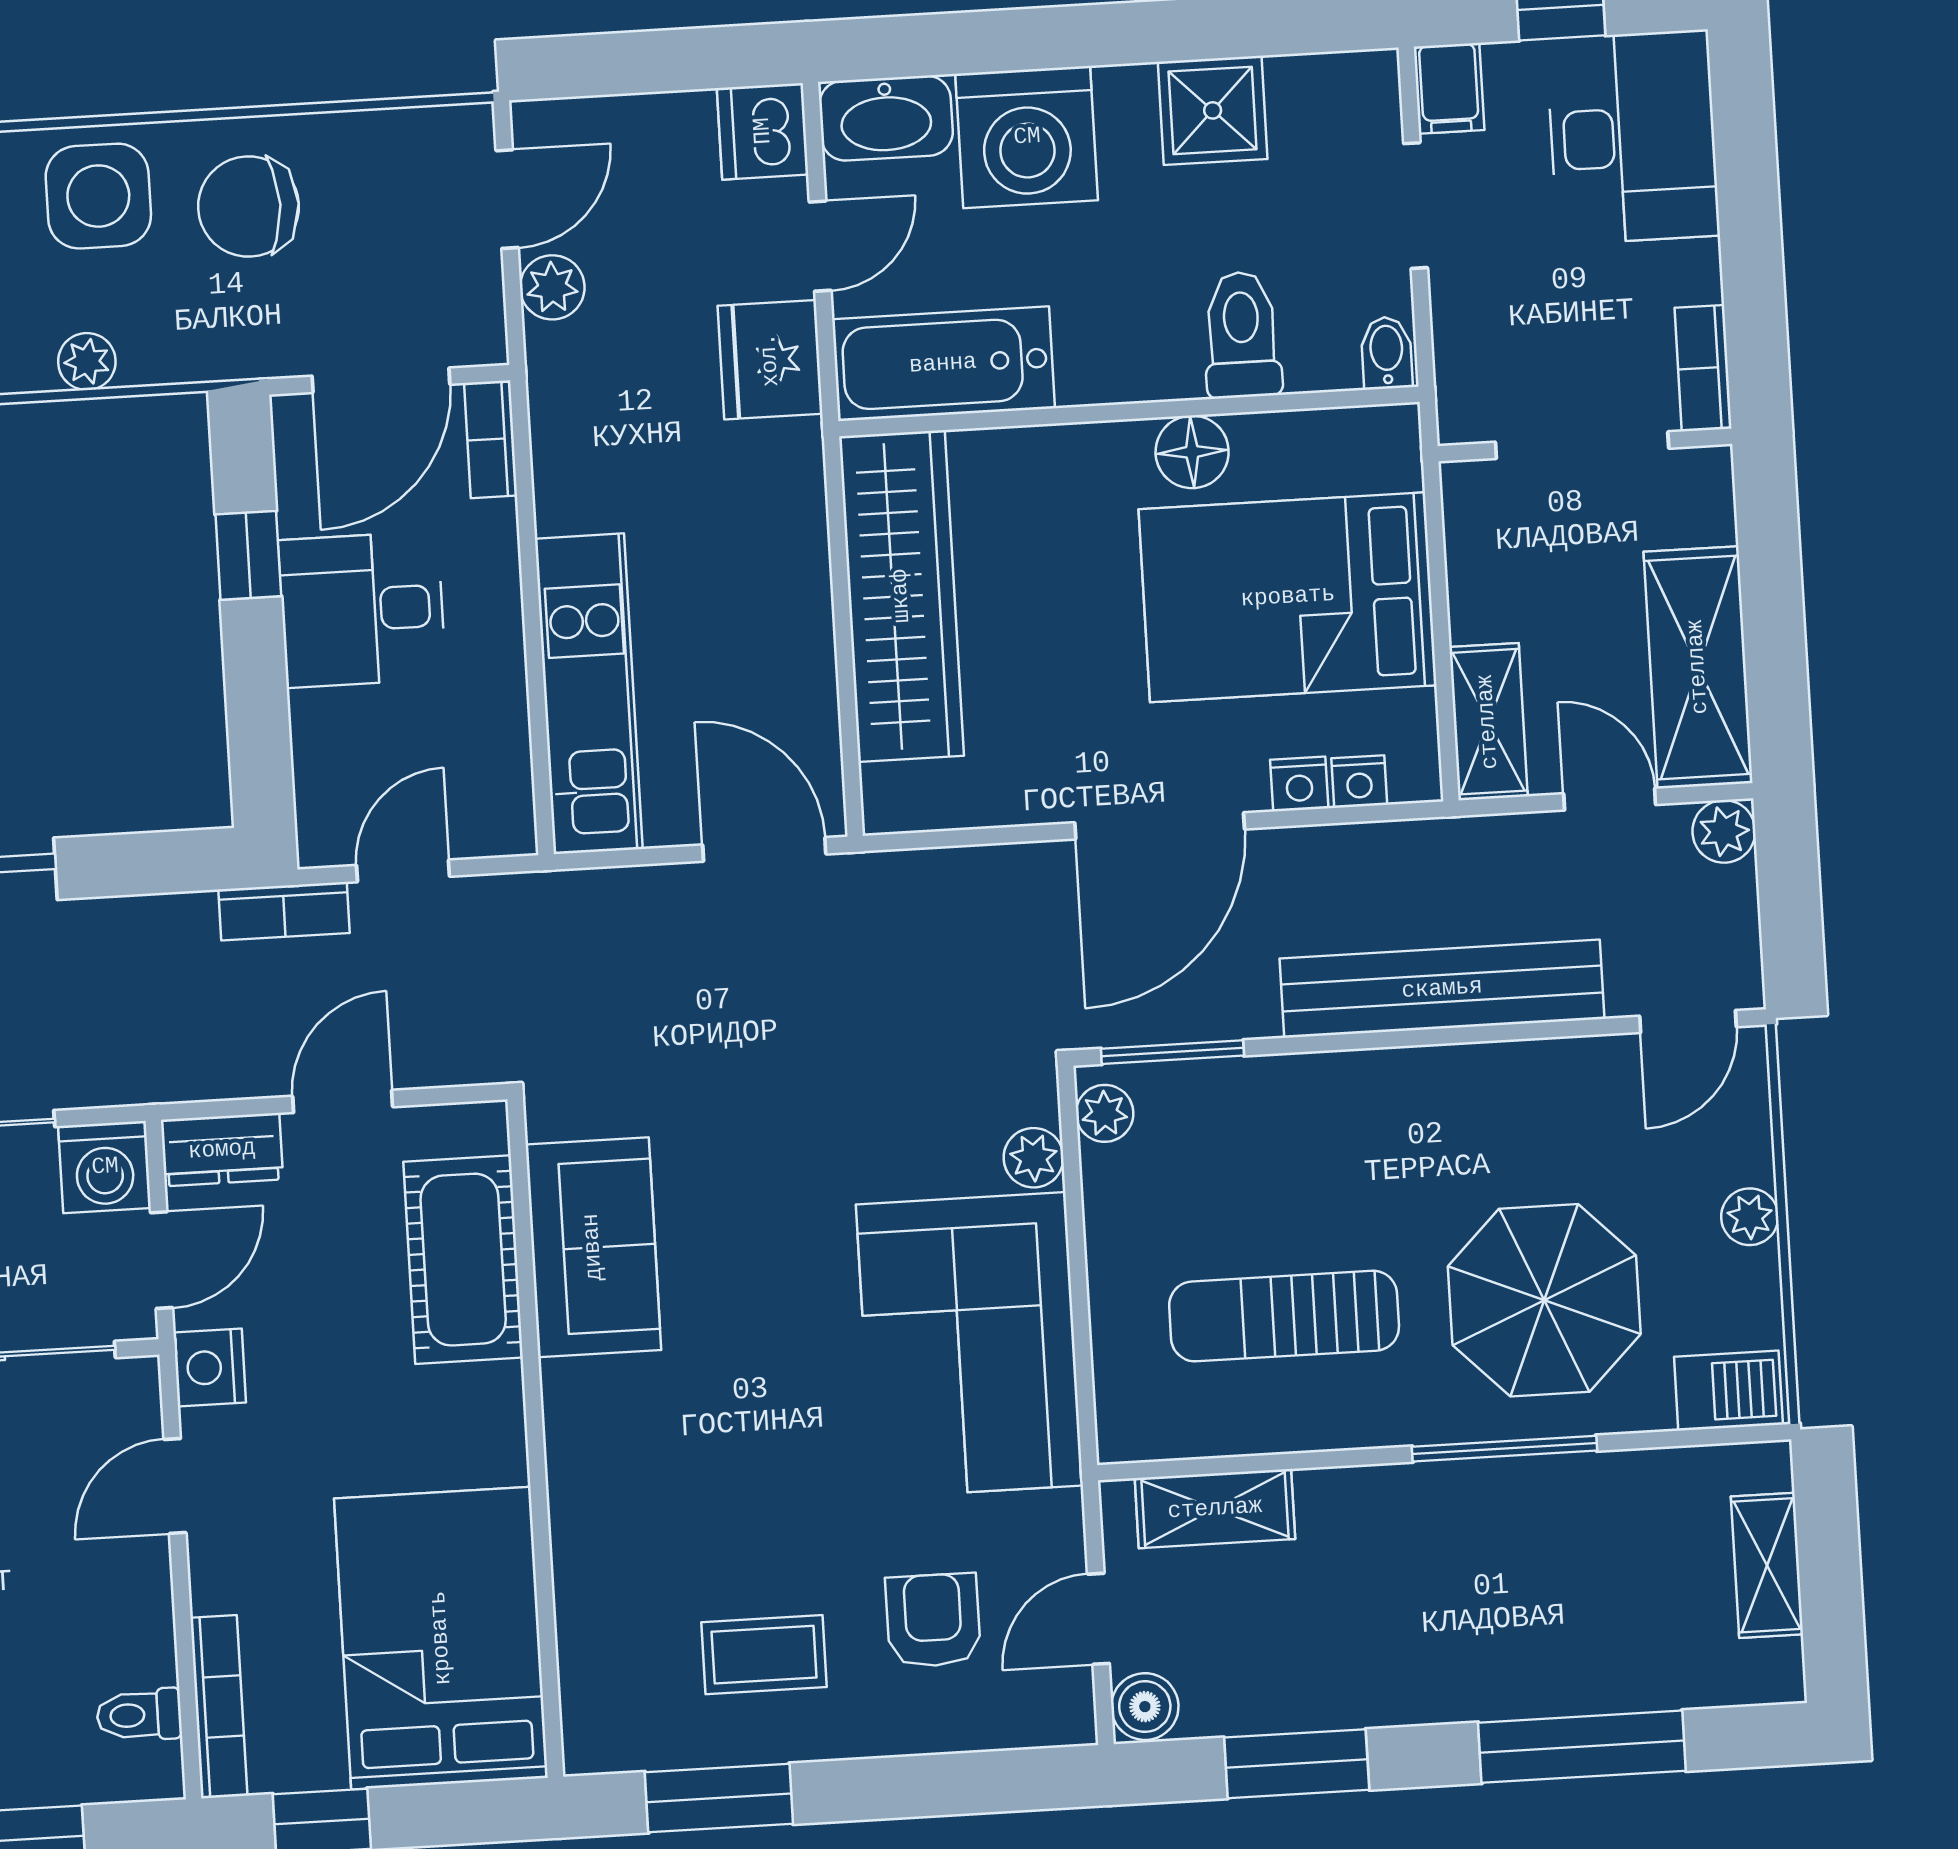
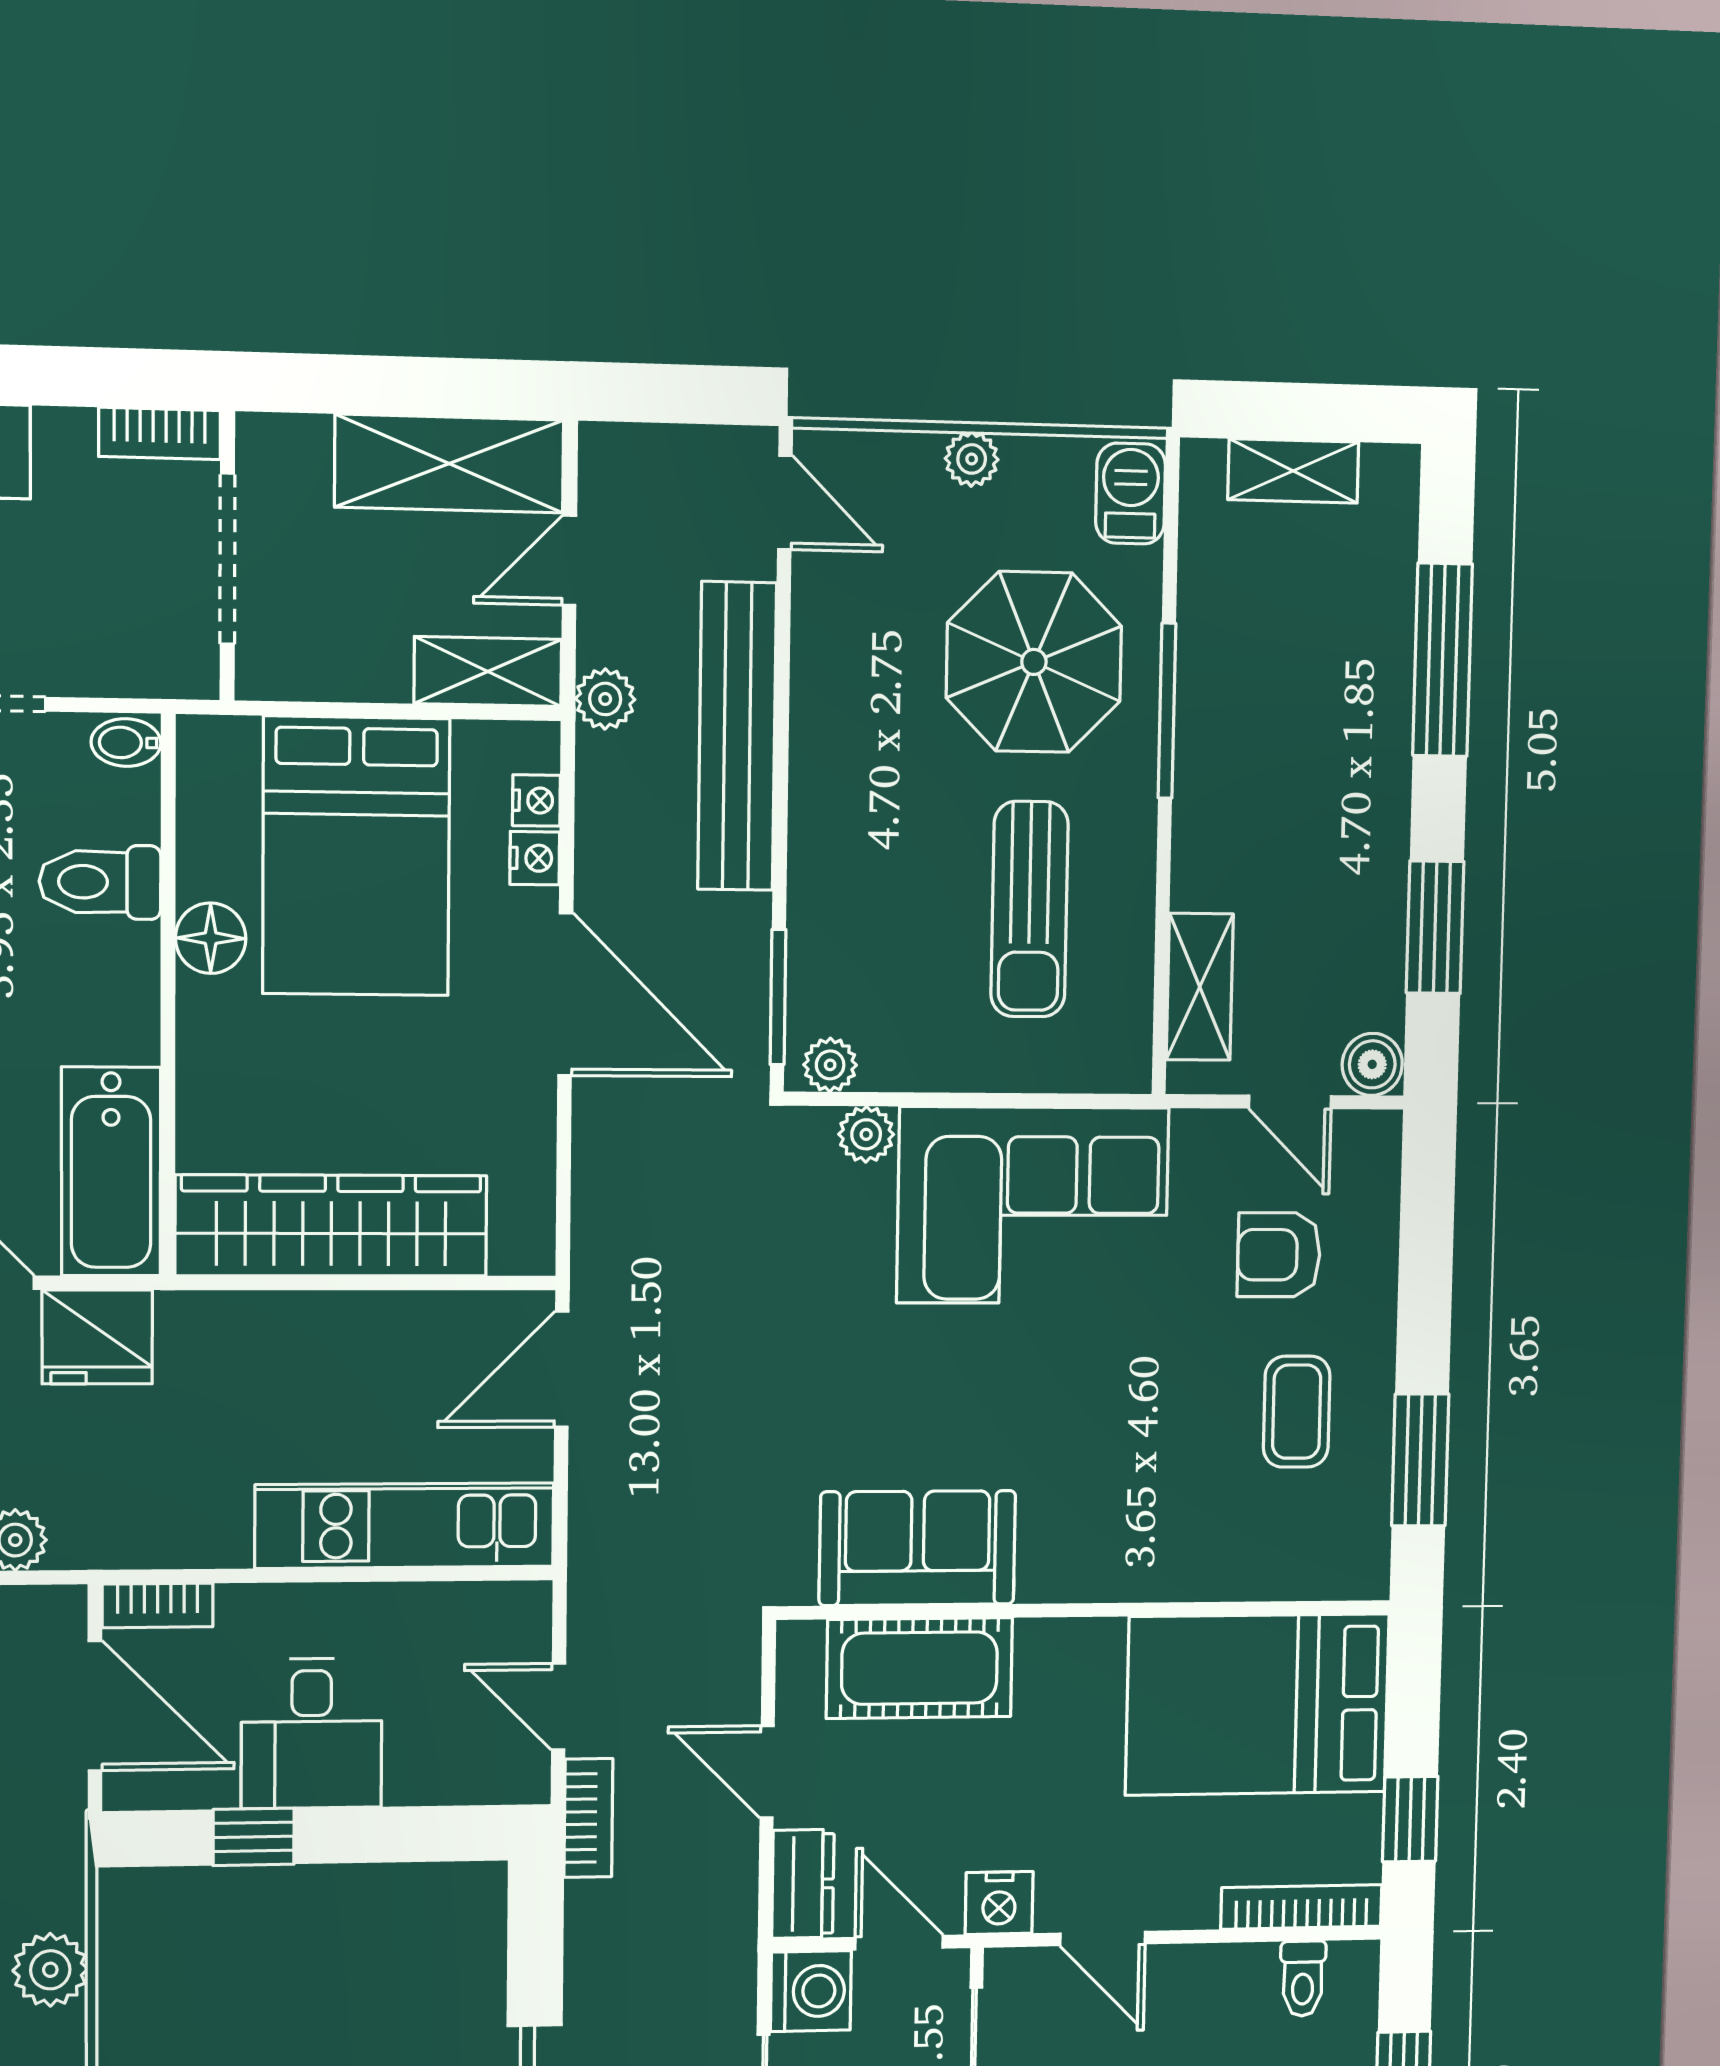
plant: (87, 362) -> (50, 1970), width x1.38, depth x1.38
plant: (1724, 831) -> (605, 699), moved

